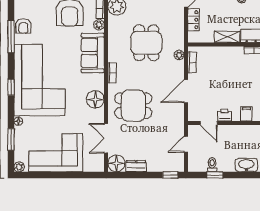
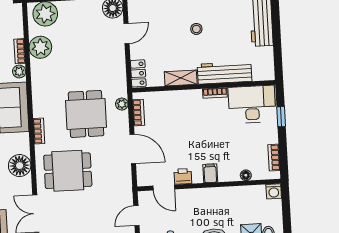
locker: (193, 20) -> (138, 73), moved
dining table: (146, 43) -> (86, 114), moved
door: (186, 91) -> (133, 149), swing flipped

